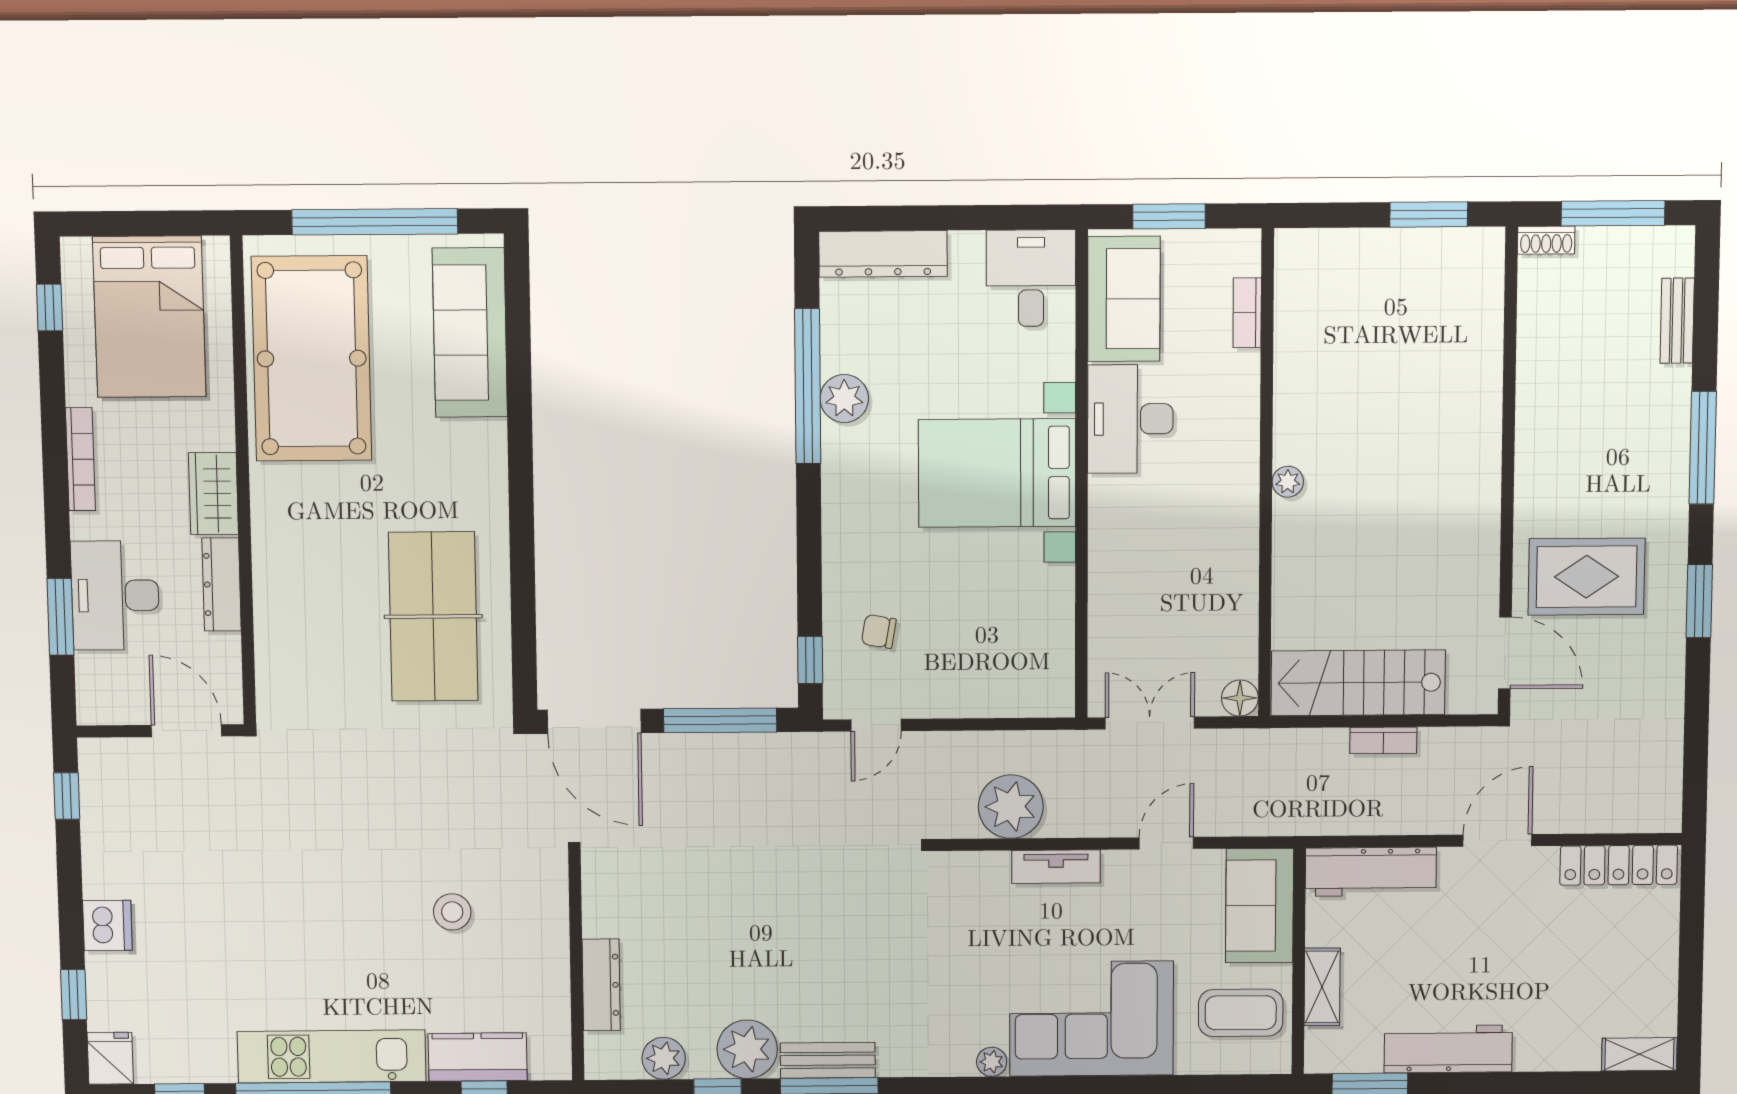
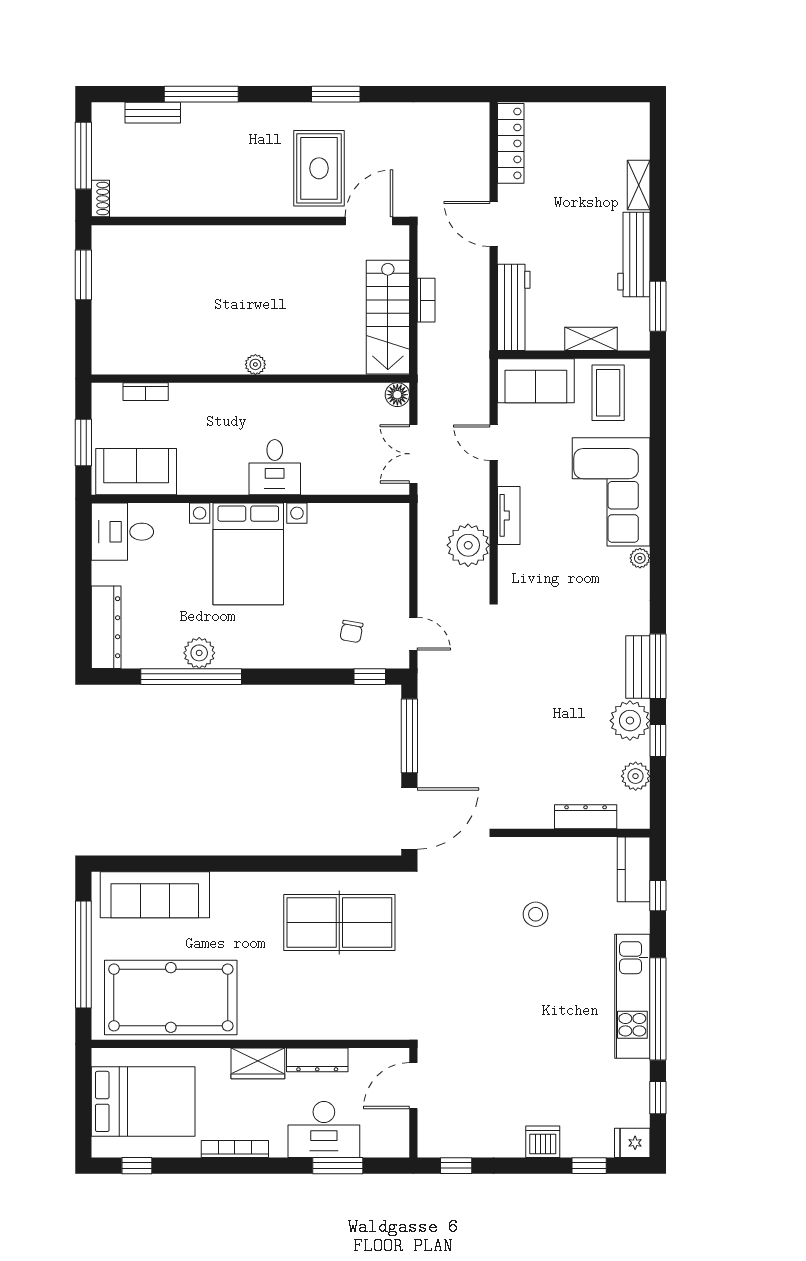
desk: (1130, 419) -> (275, 467), moved, width x0.73
window: (1703, 448) -> (201, 94), moved
shelving: (1639, 1054) -> (639, 185), moved
kitchen counter: (478, 1057) -> (634, 869), moved

